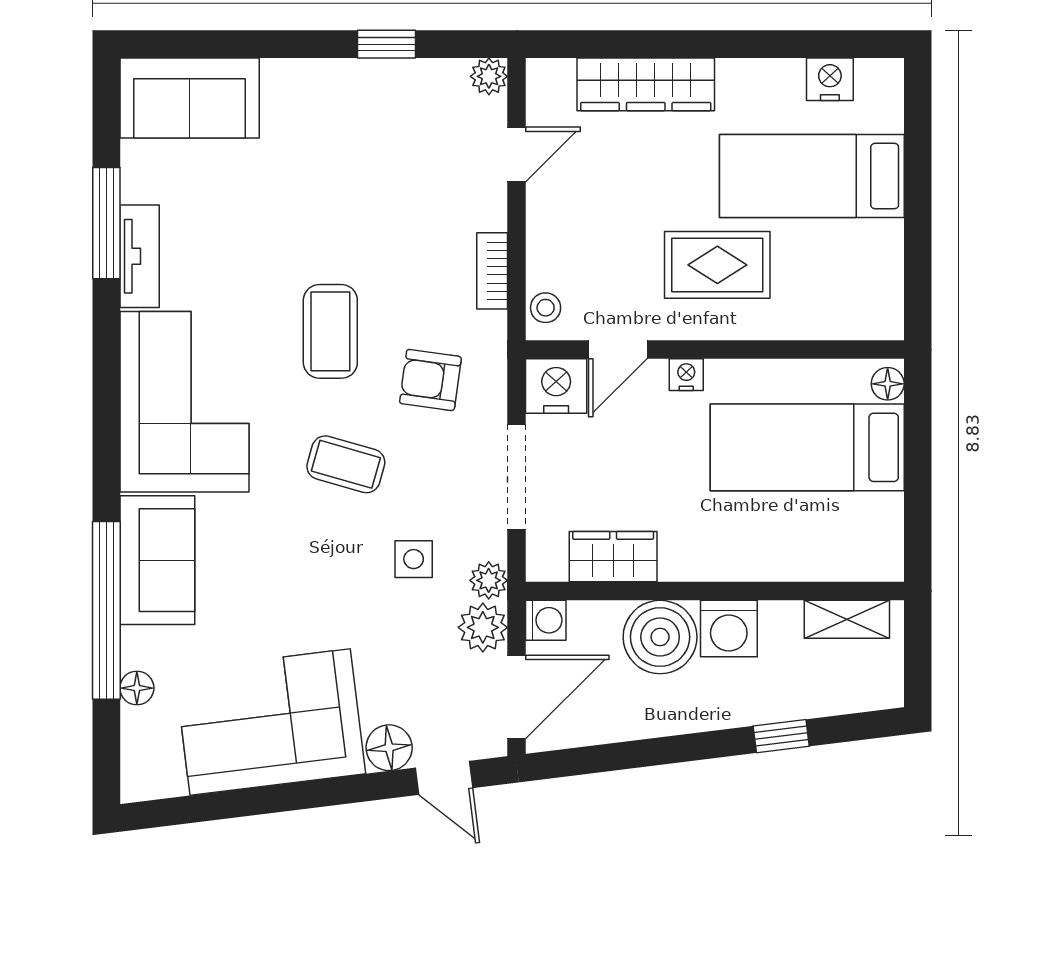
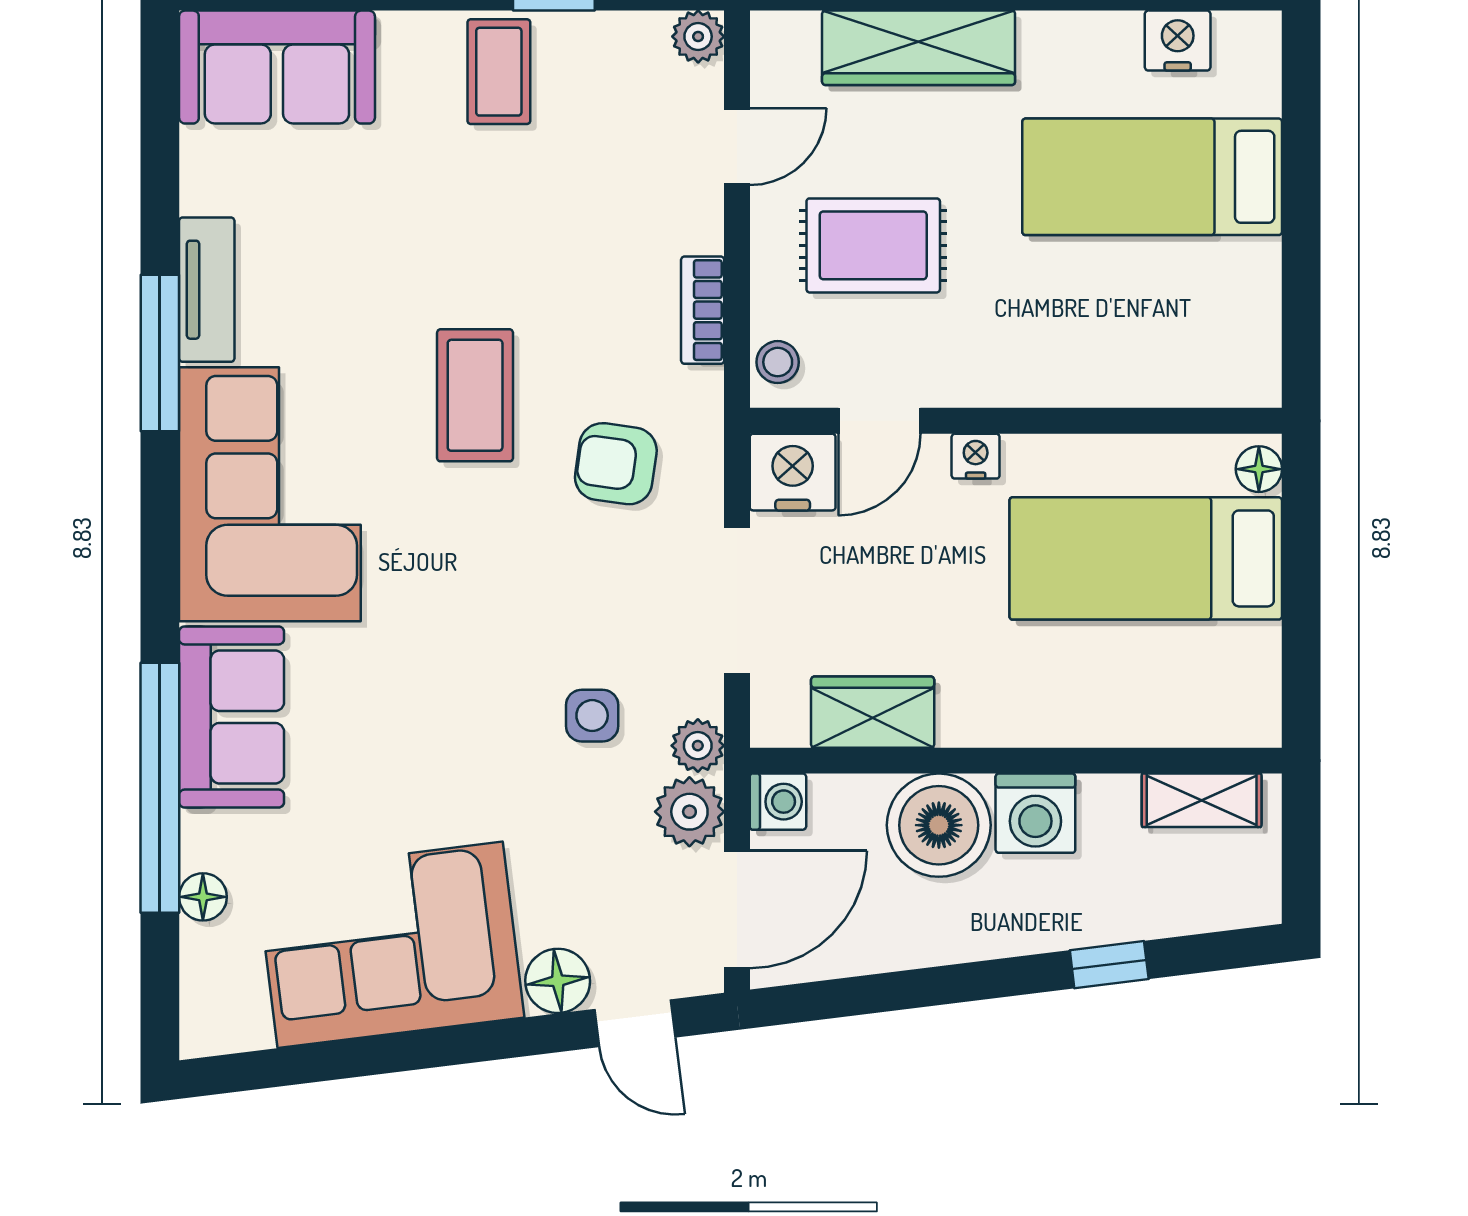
window: (106, 223) -> (160, 353), moved
rug: (717, 265) -> (873, 245), moved
coffee table: (346, 464) -> (499, 72), moved, turned 74

